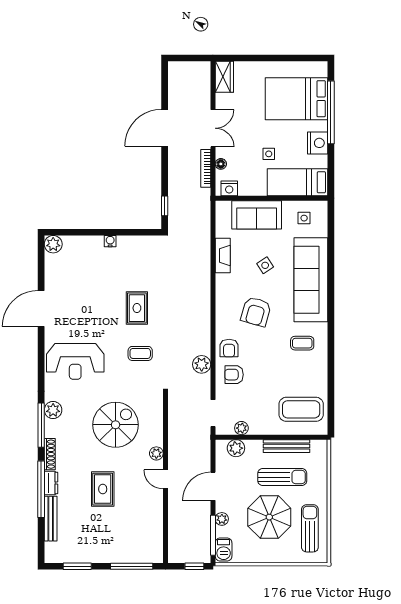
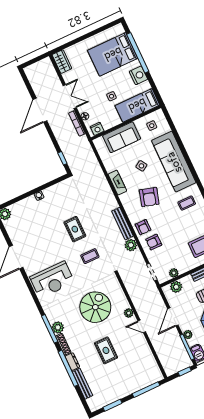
fireplace: (223, 256) -> (117, 183), moved
bench: (204, 330) -> (123, 224), added
plant: (53, 410) -> (58, 327), moved

